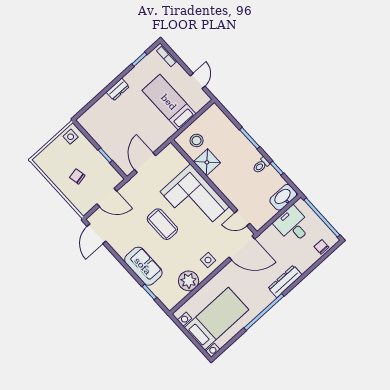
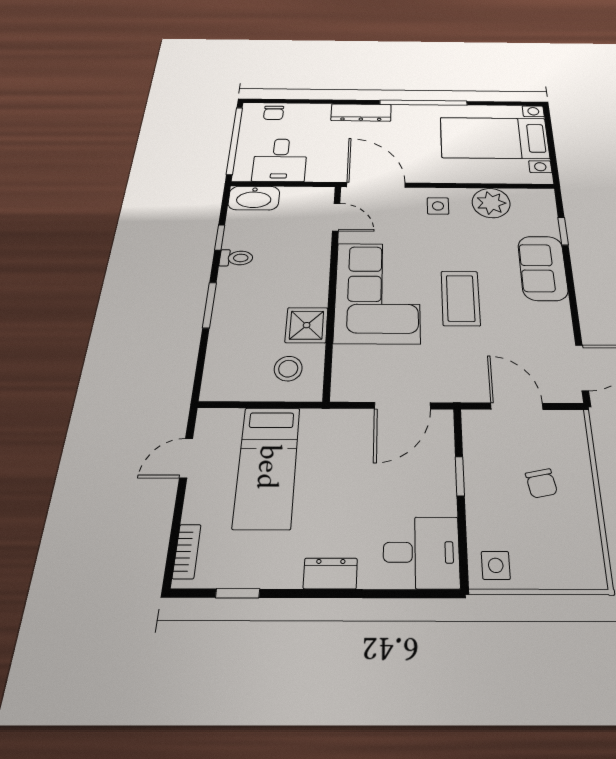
desk: (96, 120) -> (421, 552), added

